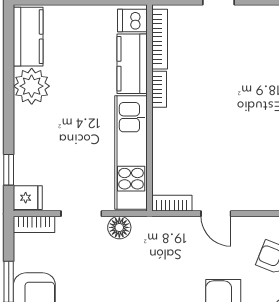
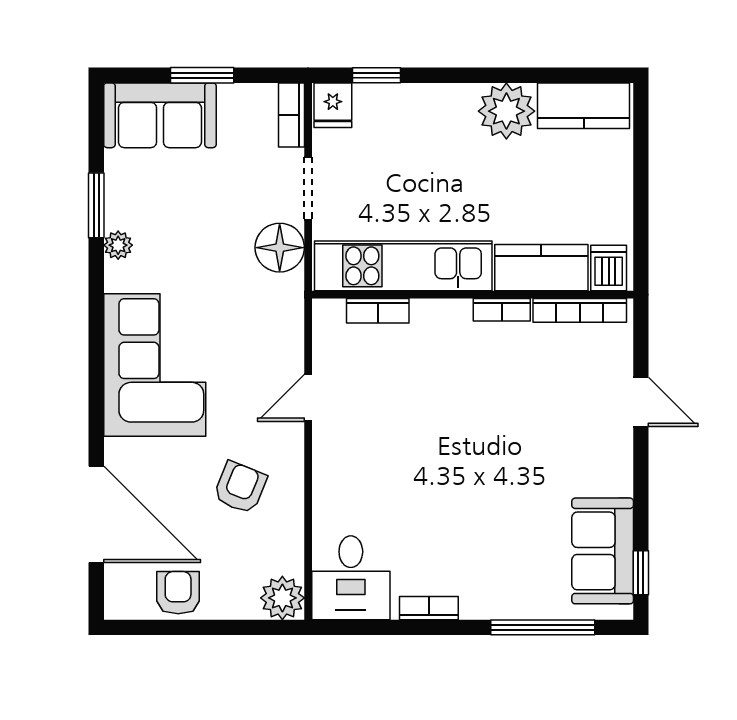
bookcase: (172, 203) -> (378, 311), moved, turned 90
floor lamp: (119, 227) -> (280, 248), width x1.38, depth x1.38

